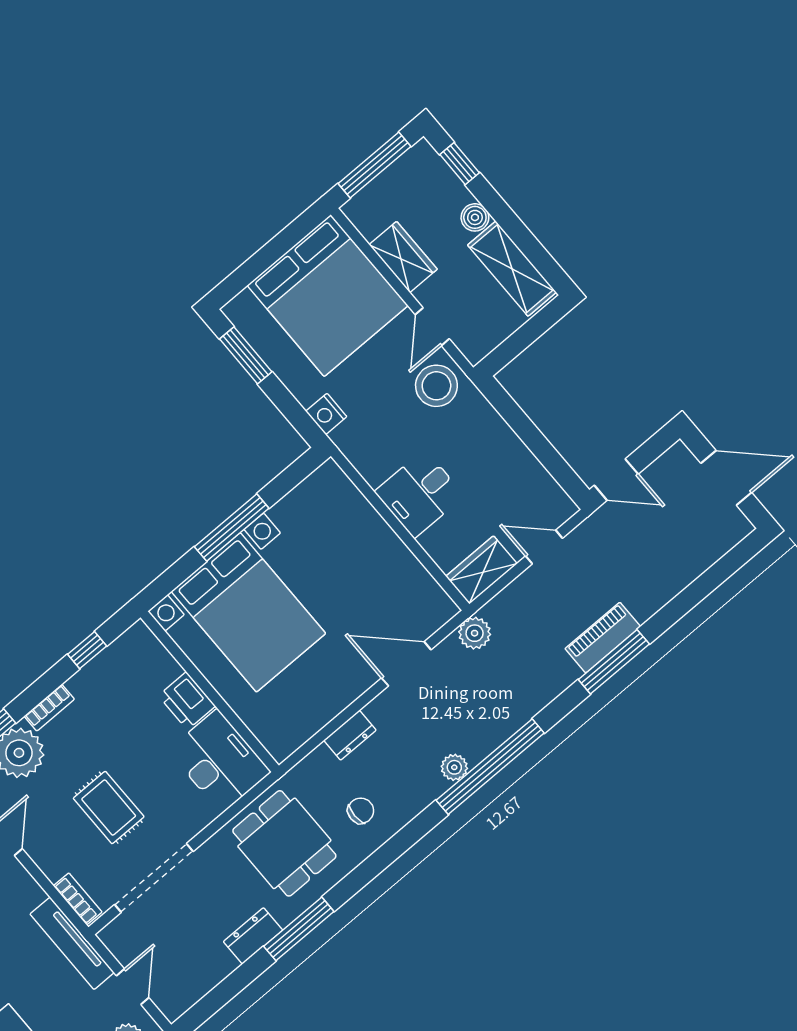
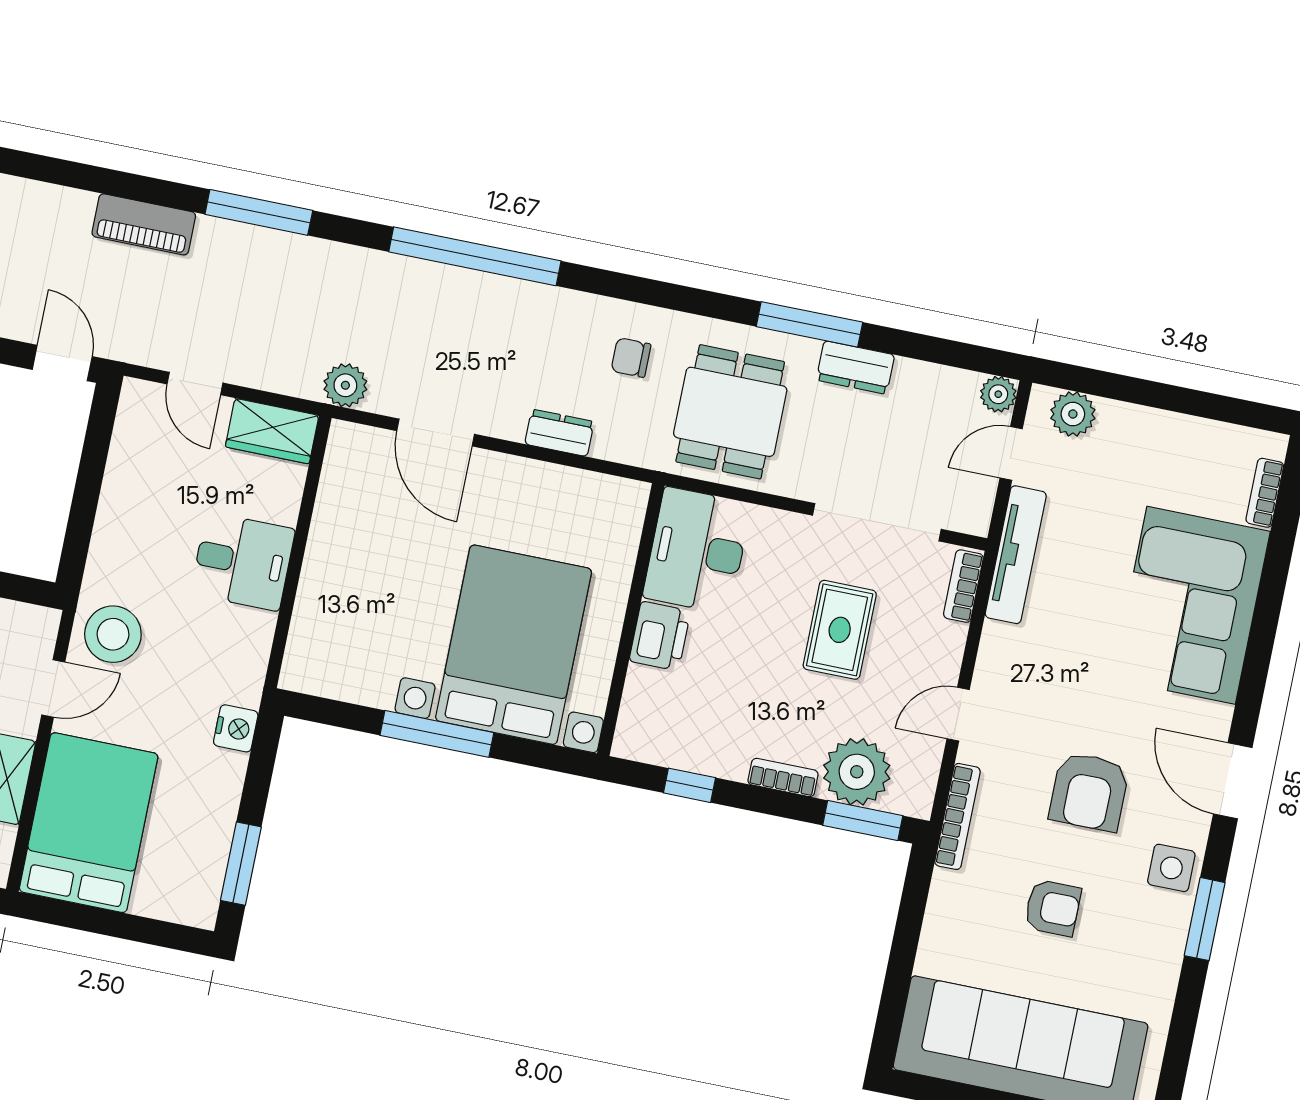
bed: (328, 296) -> (89, 823), width x0.73
piano: (603, 638) -> (144, 224), moved
plant: (454, 767) -> (998, 394), moved

